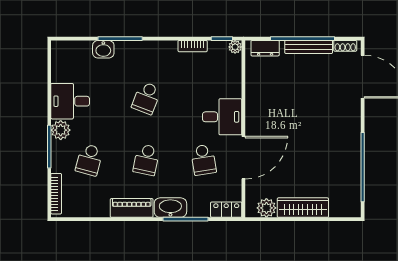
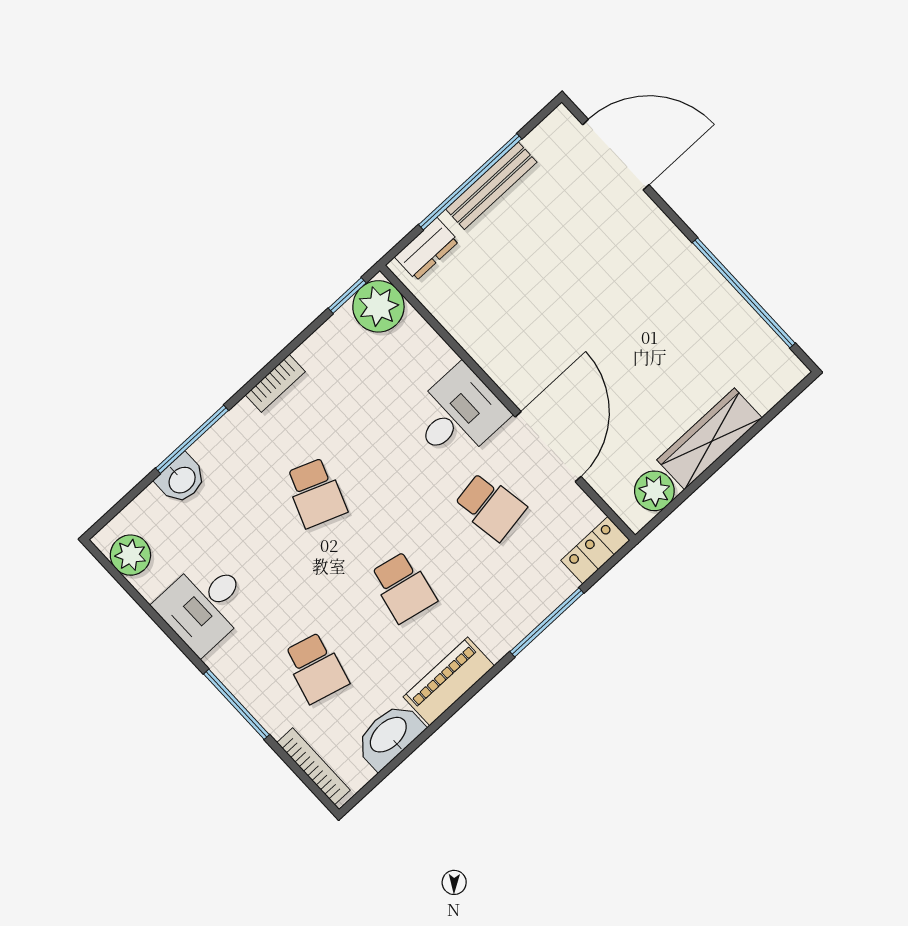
bookcase: (193, 46) -> (275, 383), moved
shoe rack: (345, 46) -> (546, 132), removed
plant: (235, 47) -> (378, 306), width x1.88, depth x1.88
plant: (61, 130) -> (130, 555), moved
washbasin: (170, 208) -> (389, 736), moved

